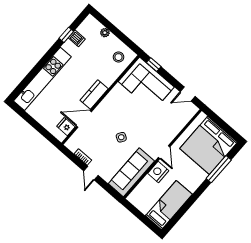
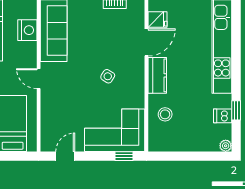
plant: (105, 33) -> (226, 146), moved
stool: (118, 57) -> (165, 114), moved
side table: (121, 137) -> (108, 76), moved
nightstand: (158, 172) -> (27, 30), moved

